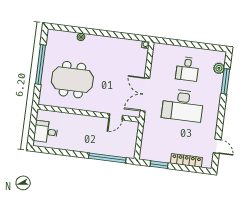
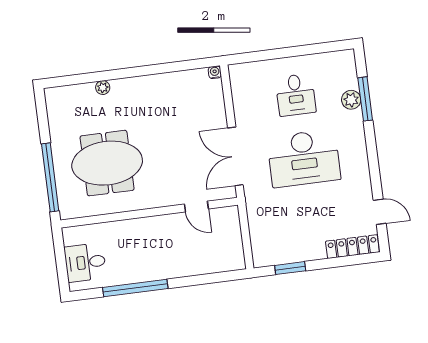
window: (41, 65) -> (50, 177), moved
plant: (219, 68) -> (351, 100), moved
door: (116, 117) -> (196, 207), hinge flipped
window: (107, 158) -> (135, 288), moved
locker: (186, 160) -> (352, 247), moved

